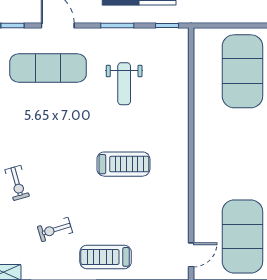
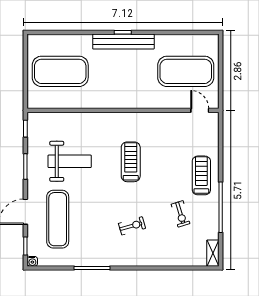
weight bench: (124, 84) -> (70, 161), width x1.36, depth x1.33
exercise bike: (17, 183) -> (132, 226), moved
treadmill: (106, 257) -> (201, 175), turned 180

